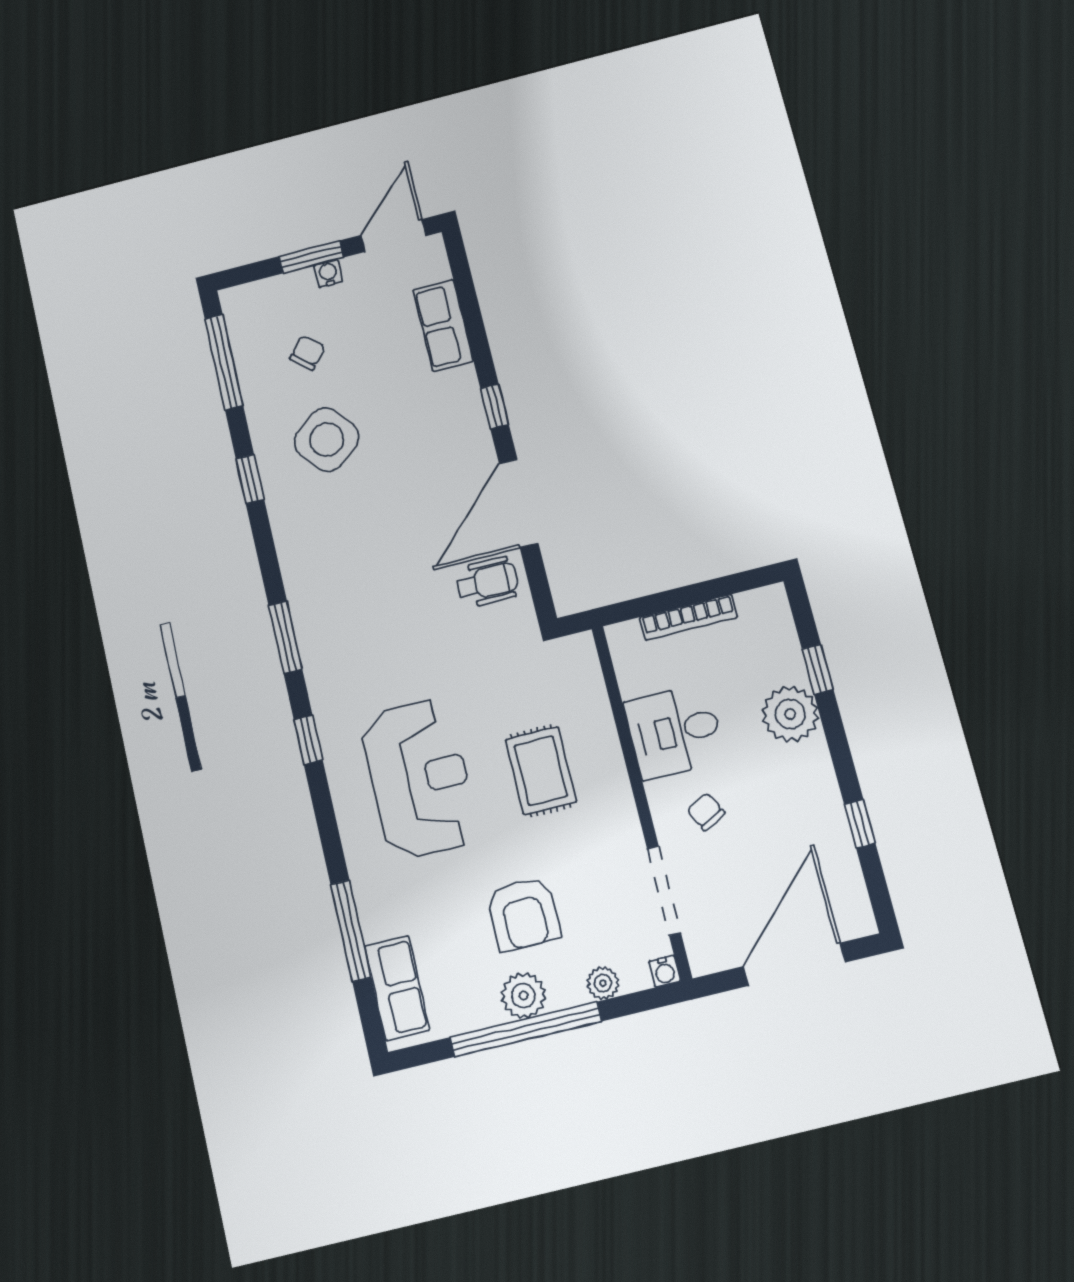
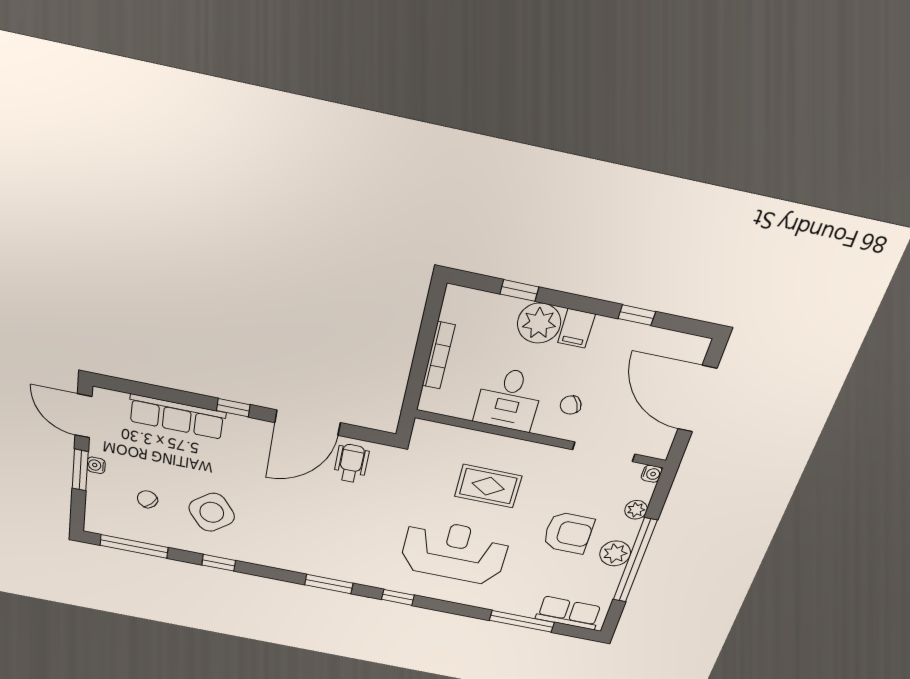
row of seats: (443, 325) -> (177, 417), width x1.48
door: (519, 503) -> (308, 423), hinge flipped
filing cabinet: (807, 762) -> (576, 328), added

